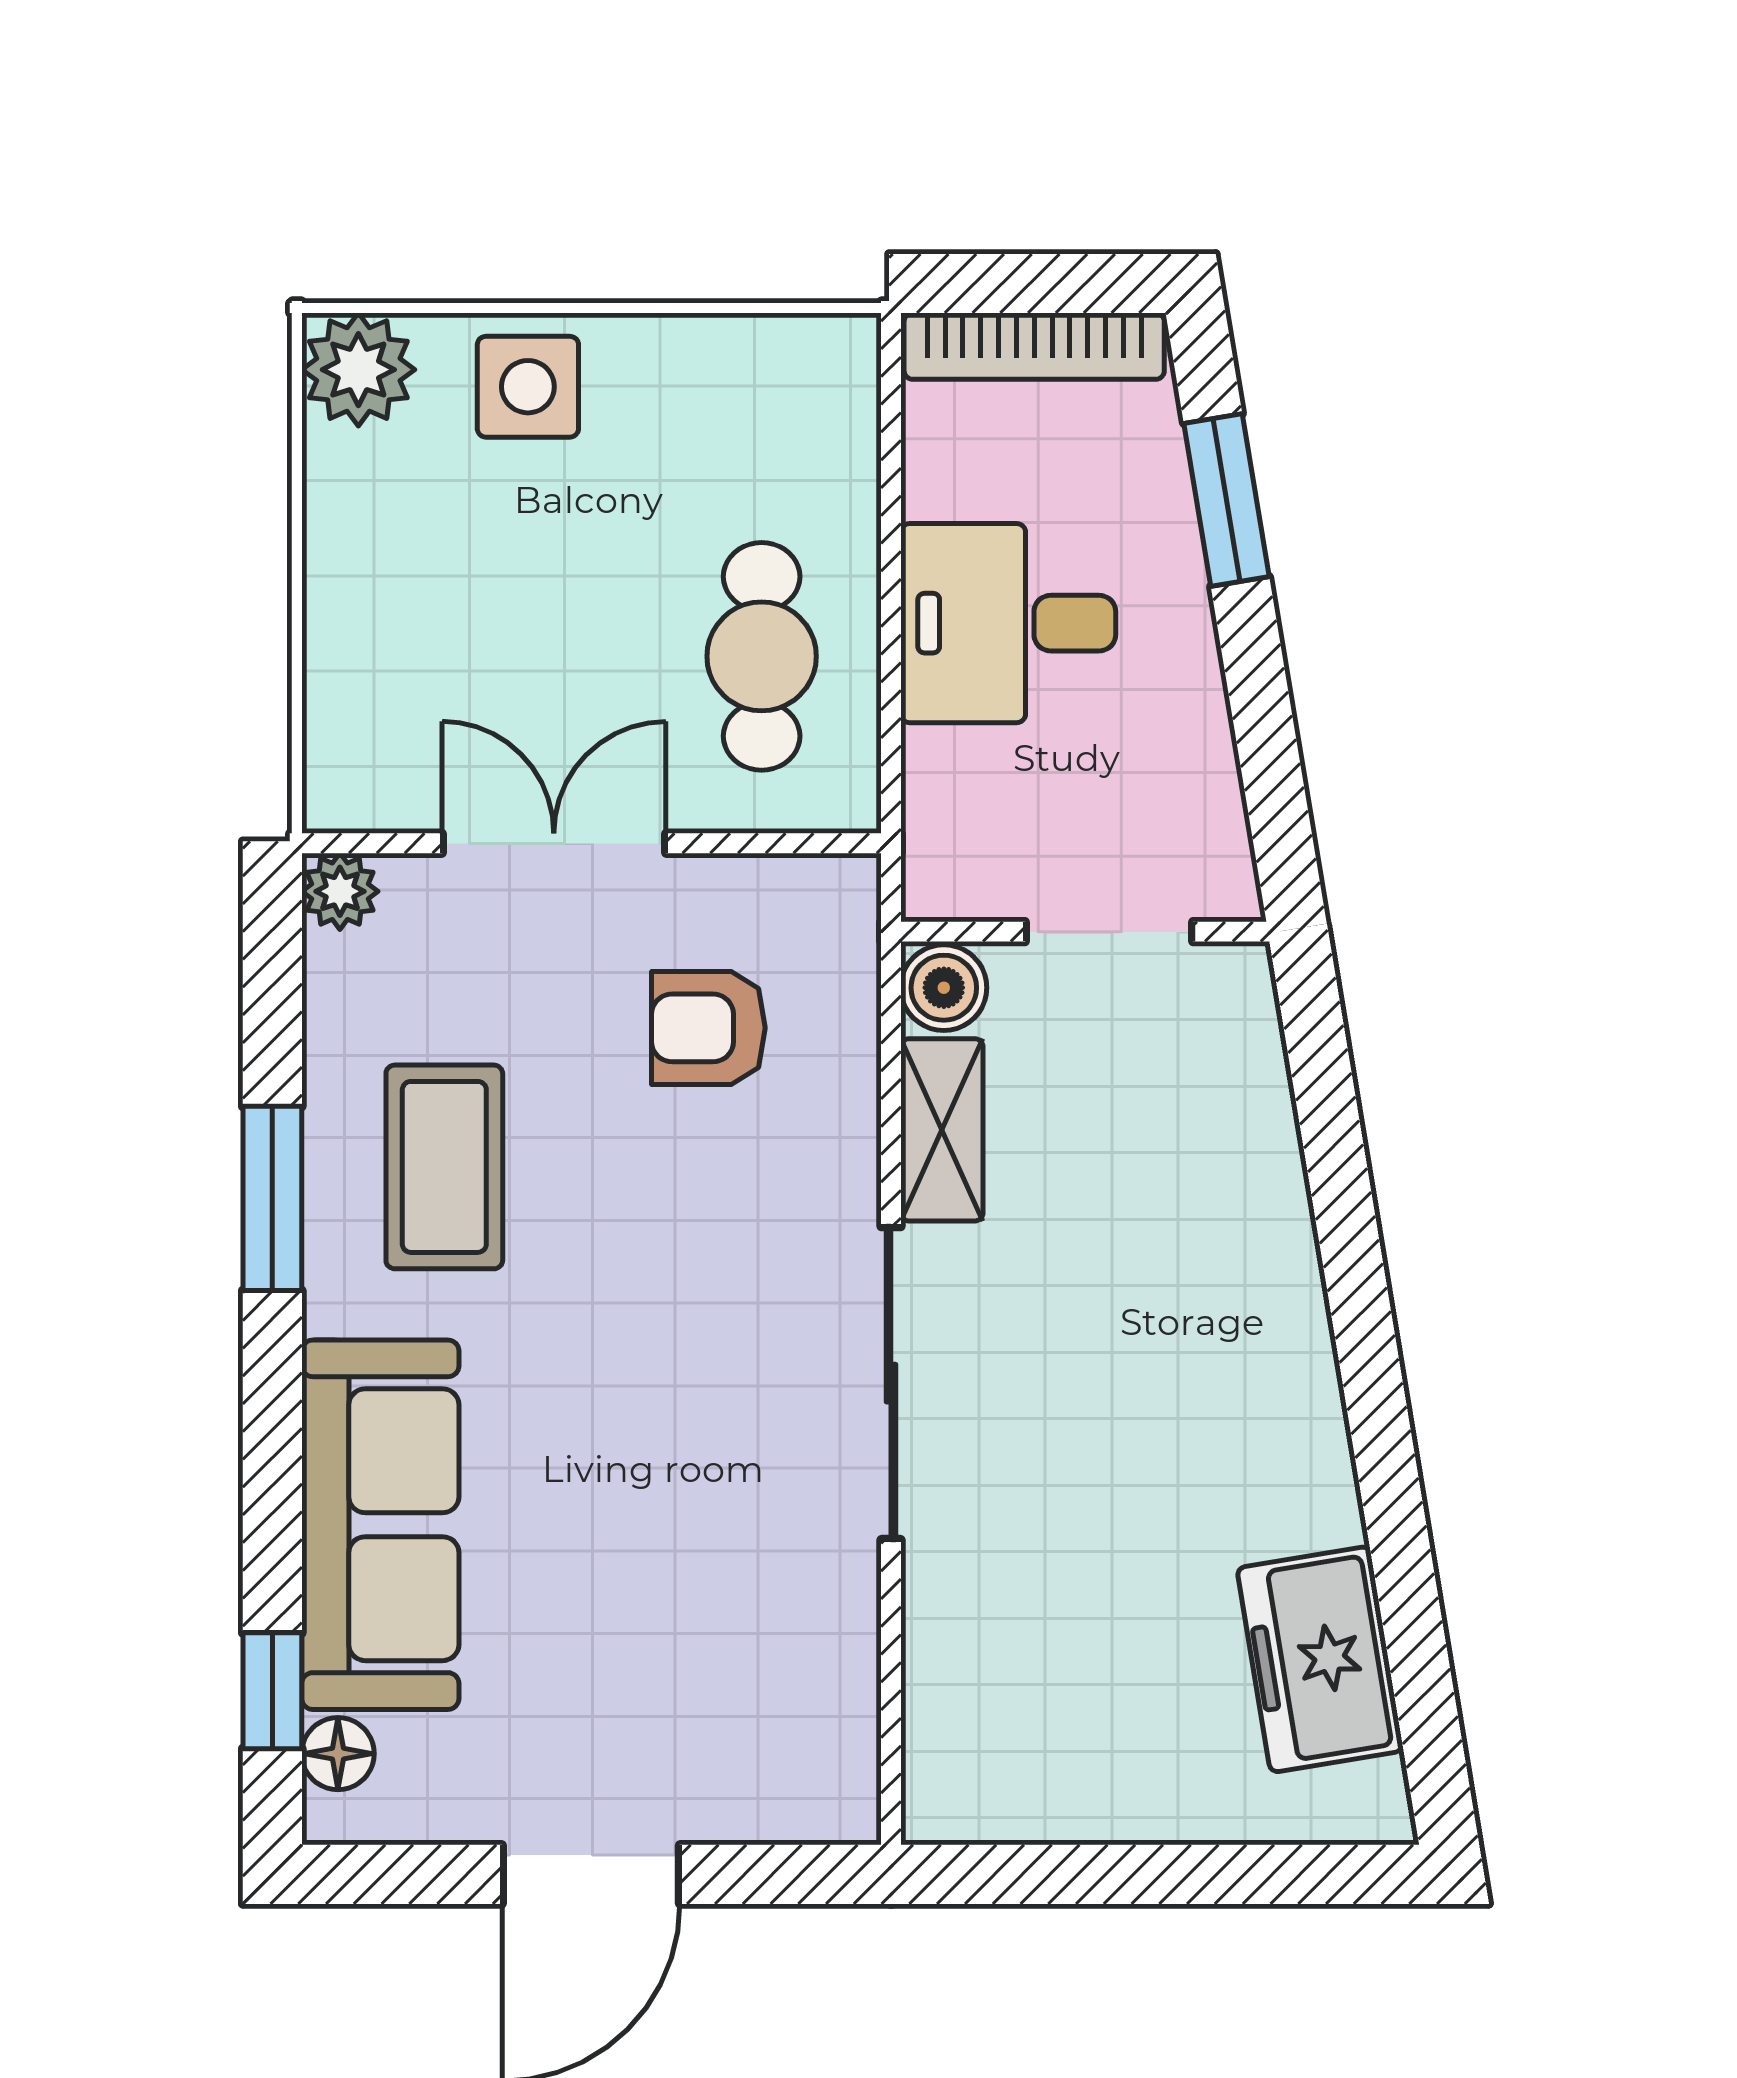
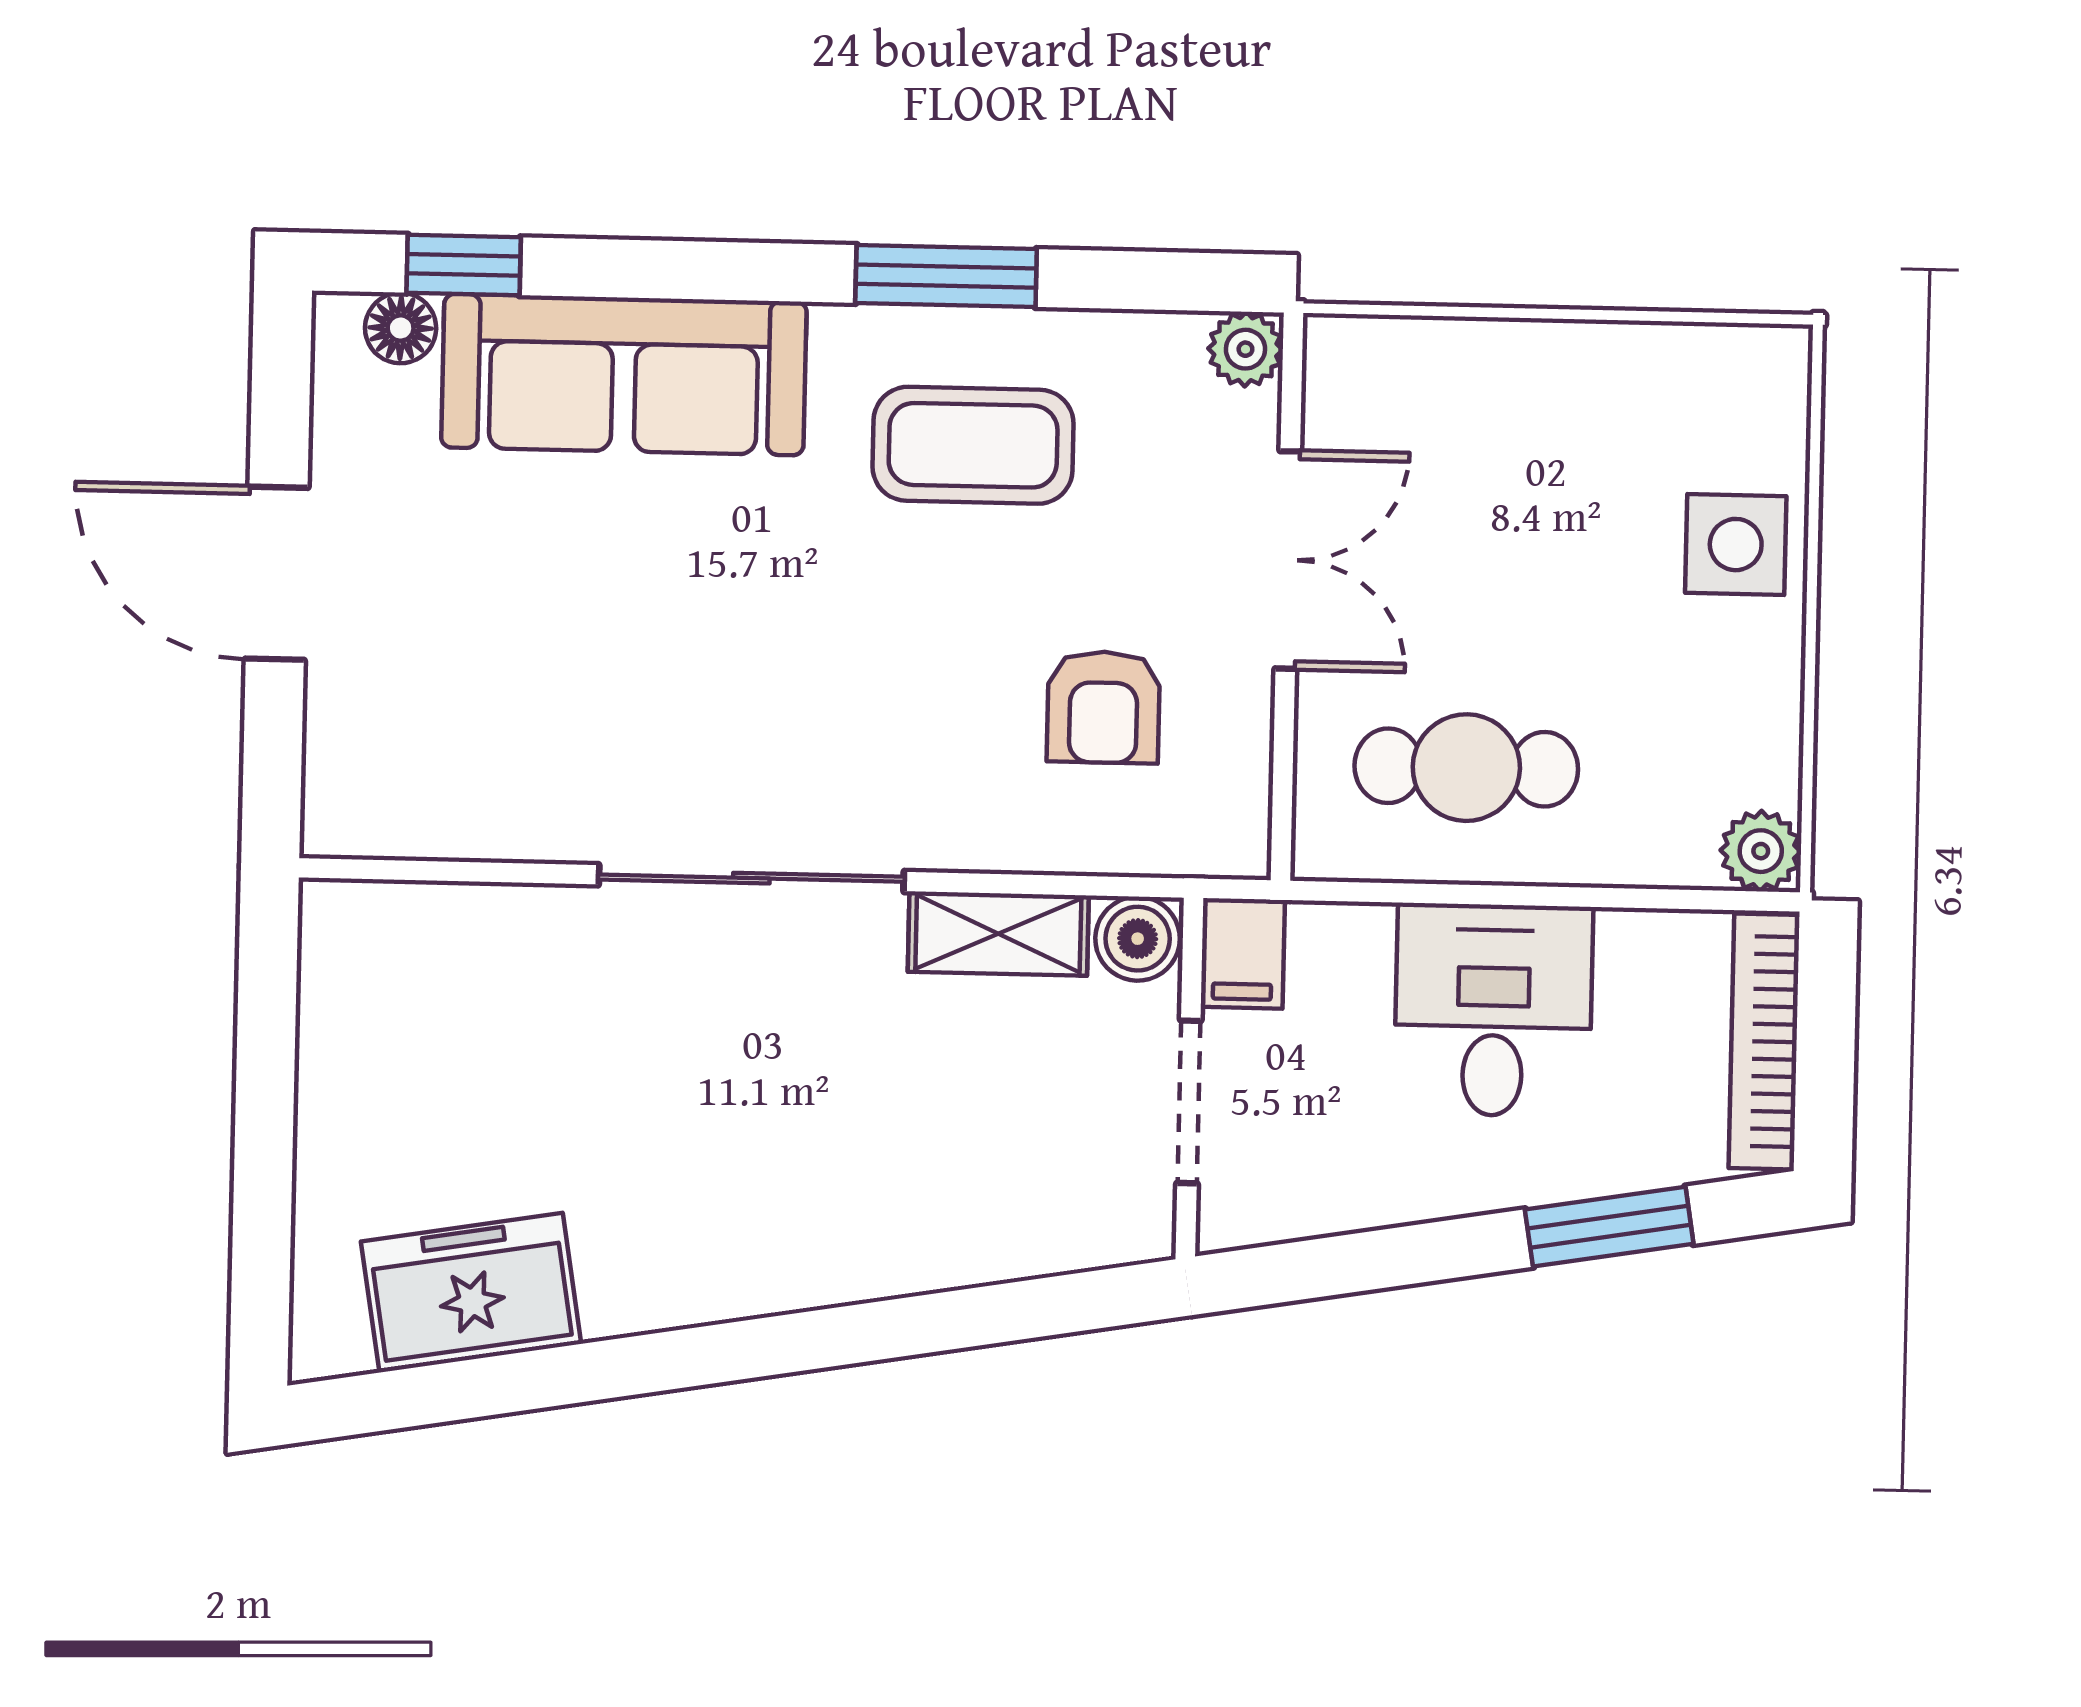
plant: (358, 370) -> (1761, 851), moved, width x0.73, depth x0.73
filing cabinet: (956, 880) -> (1243, 953), added
armchair: (708, 1028) -> (1103, 707), turned 180

